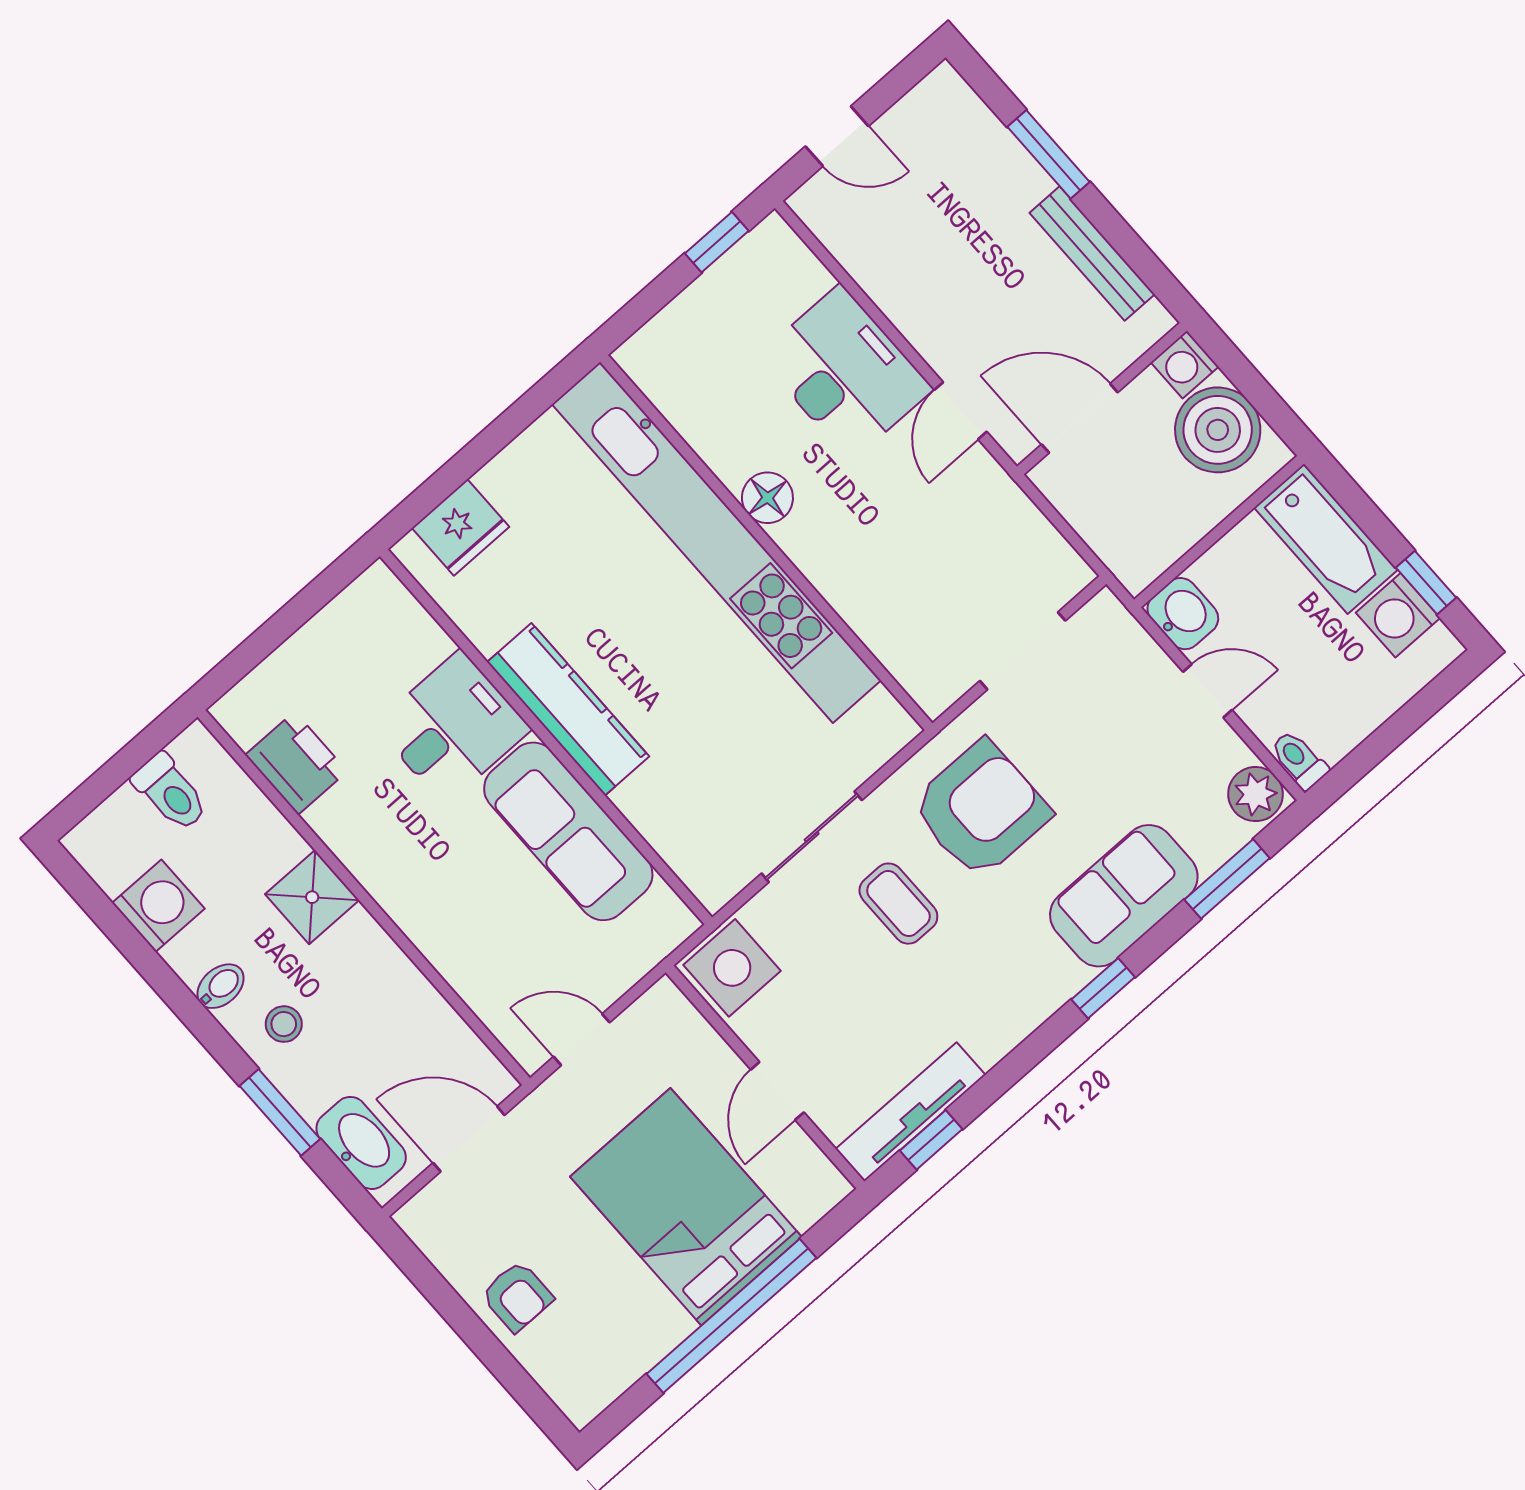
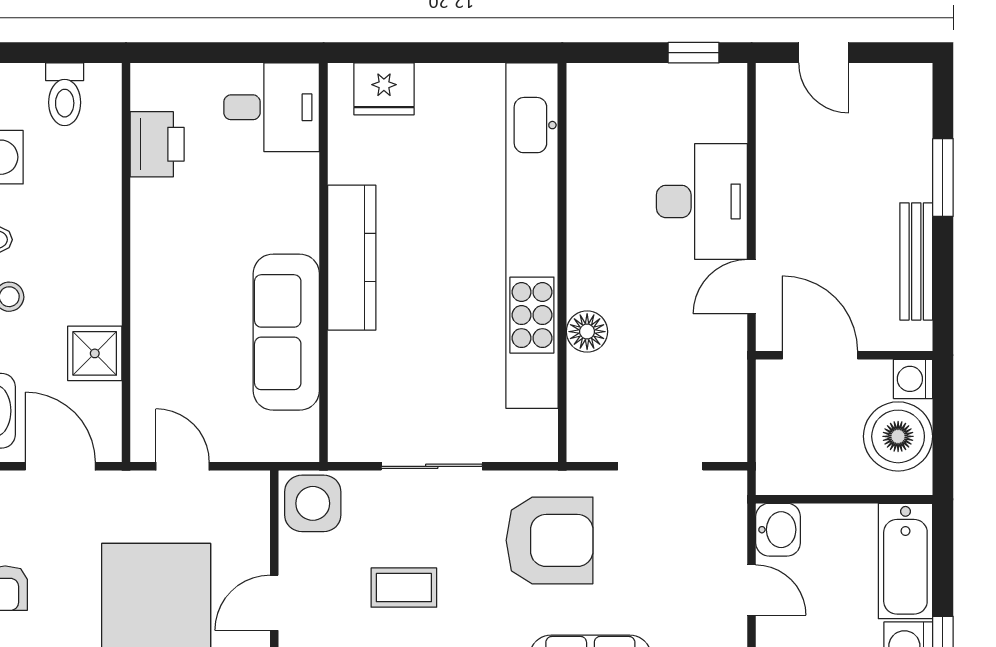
floor lamp: (767, 498) -> (587, 332), moved
desk: (452, 727) -> (272, 107), moved
shower: (312, 897) -> (95, 353), moved
coffee table: (898, 904) -> (404, 588), moved, turned 90

